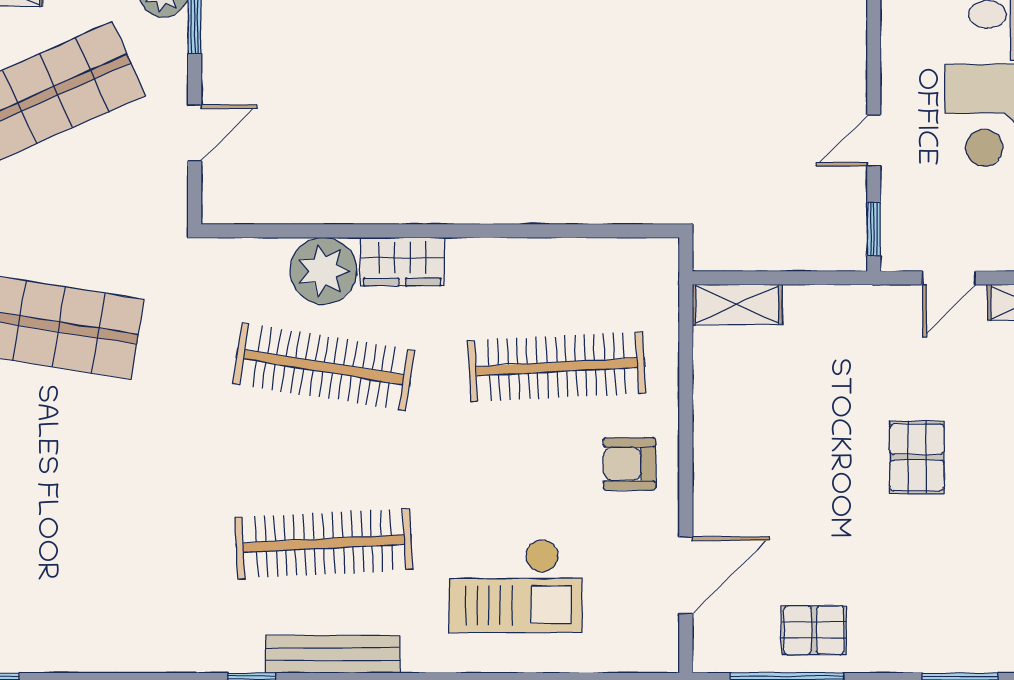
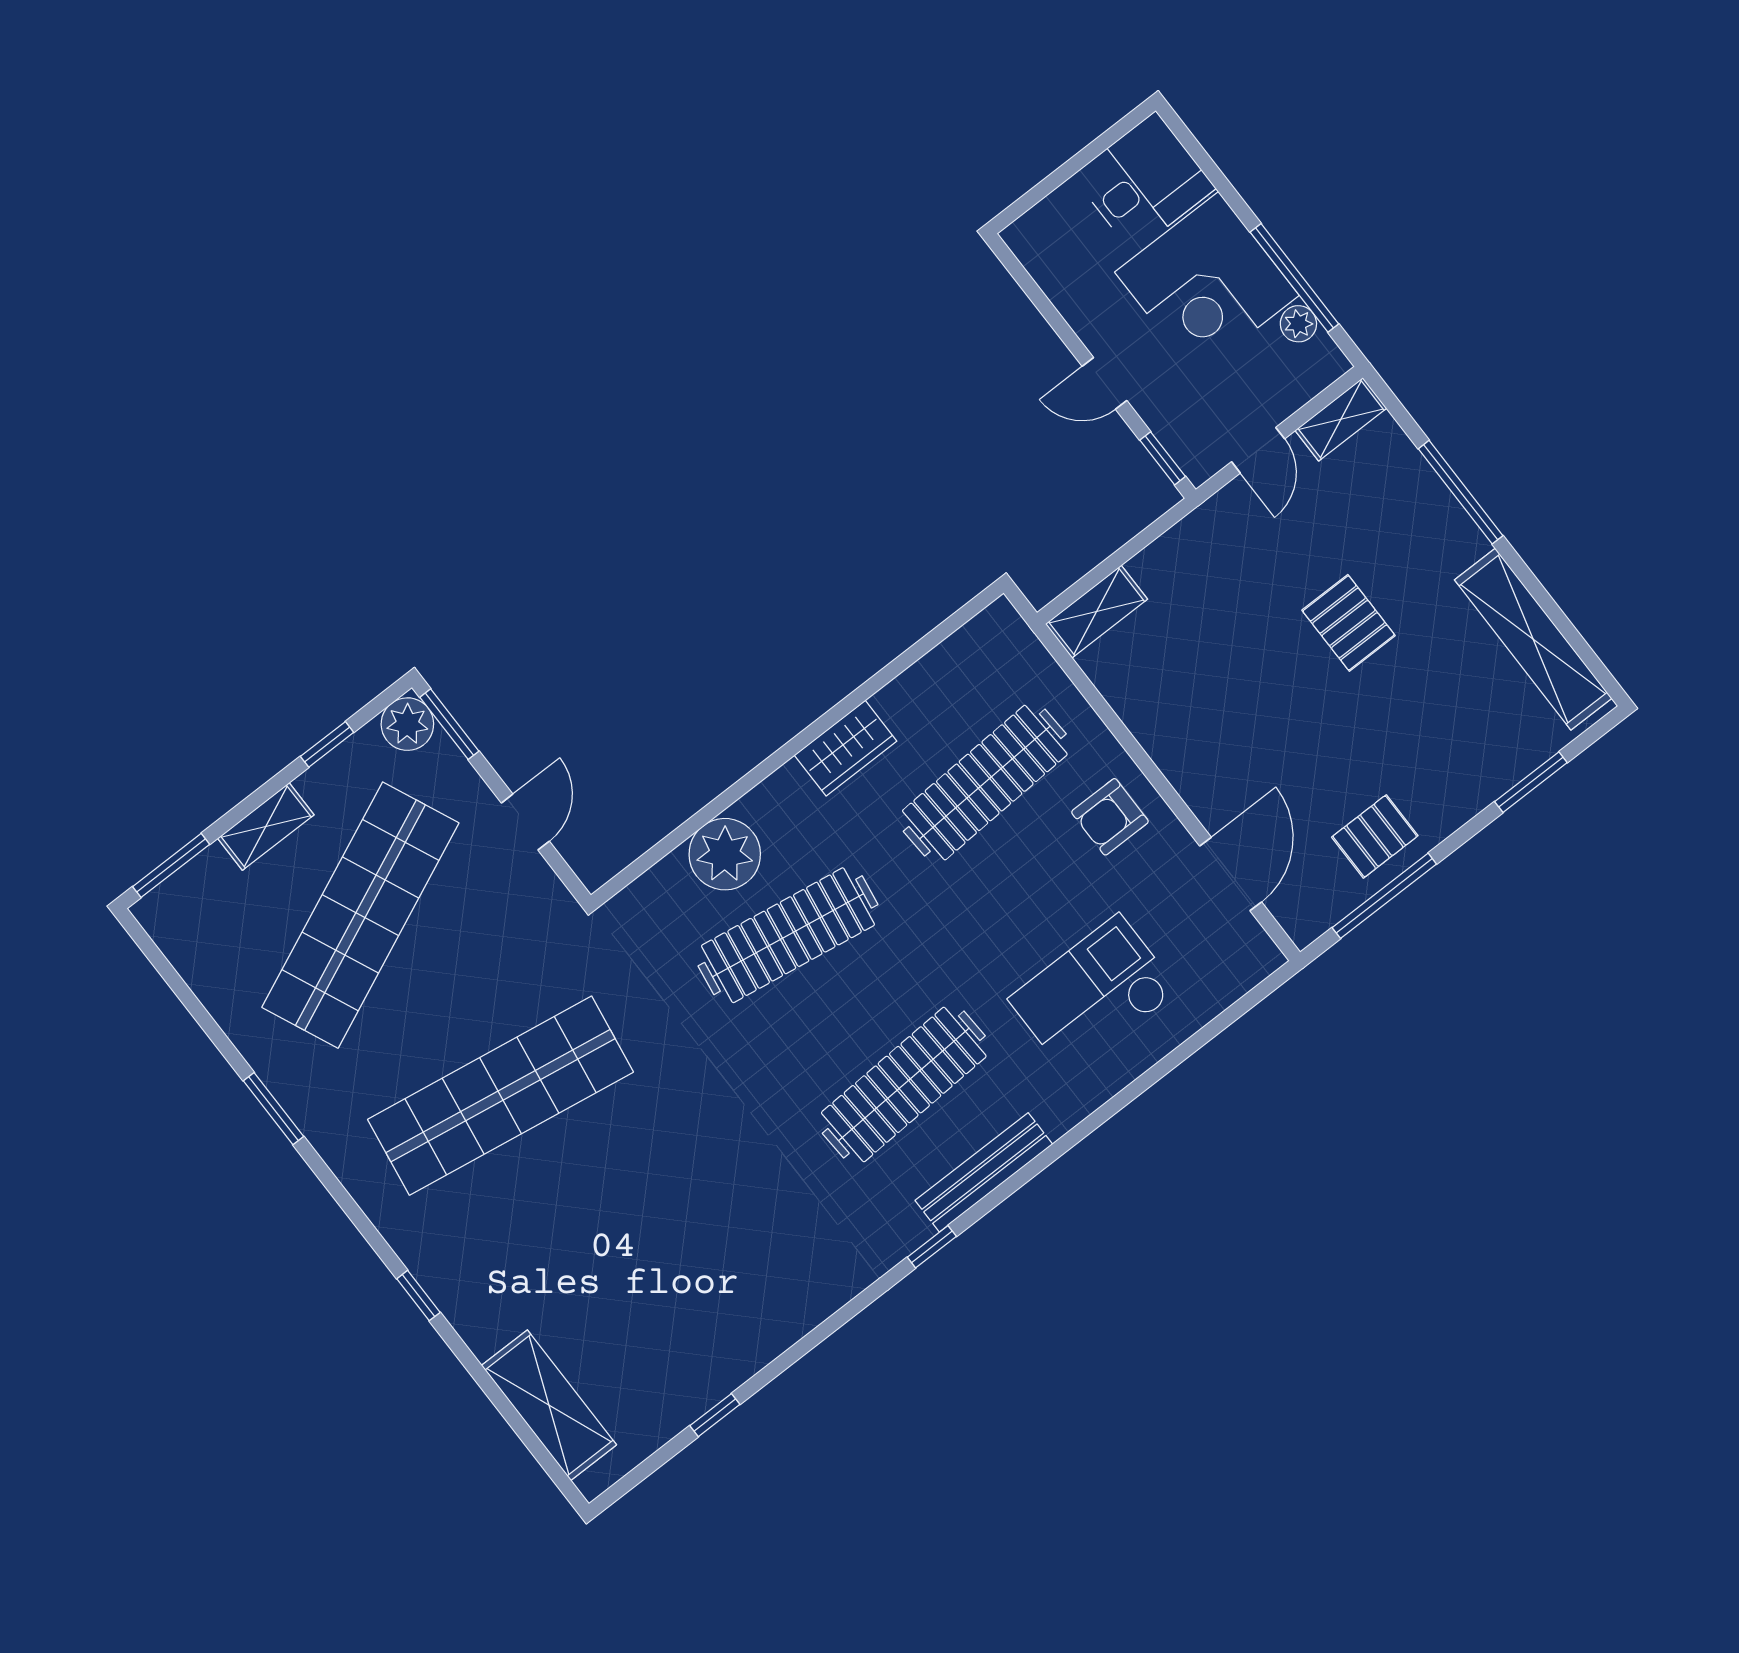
door: (874, 141) -> (1105, 383), hinge flipped
wardrobe: (402, 262) -> (846, 748), moved
checkout: (515, 586) -> (1094, 995), turned 180

